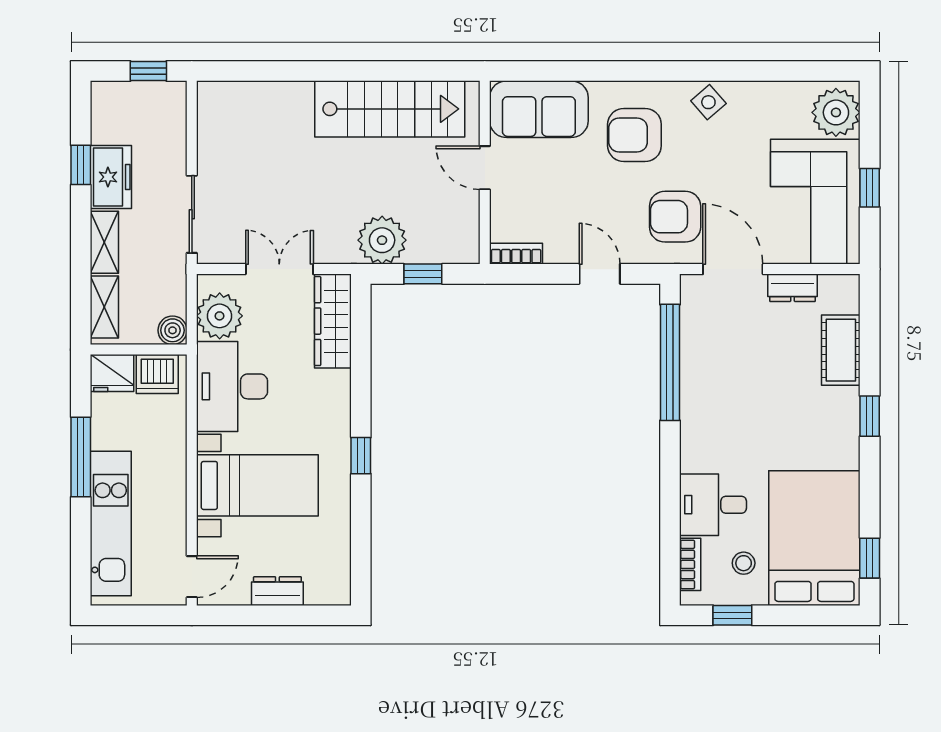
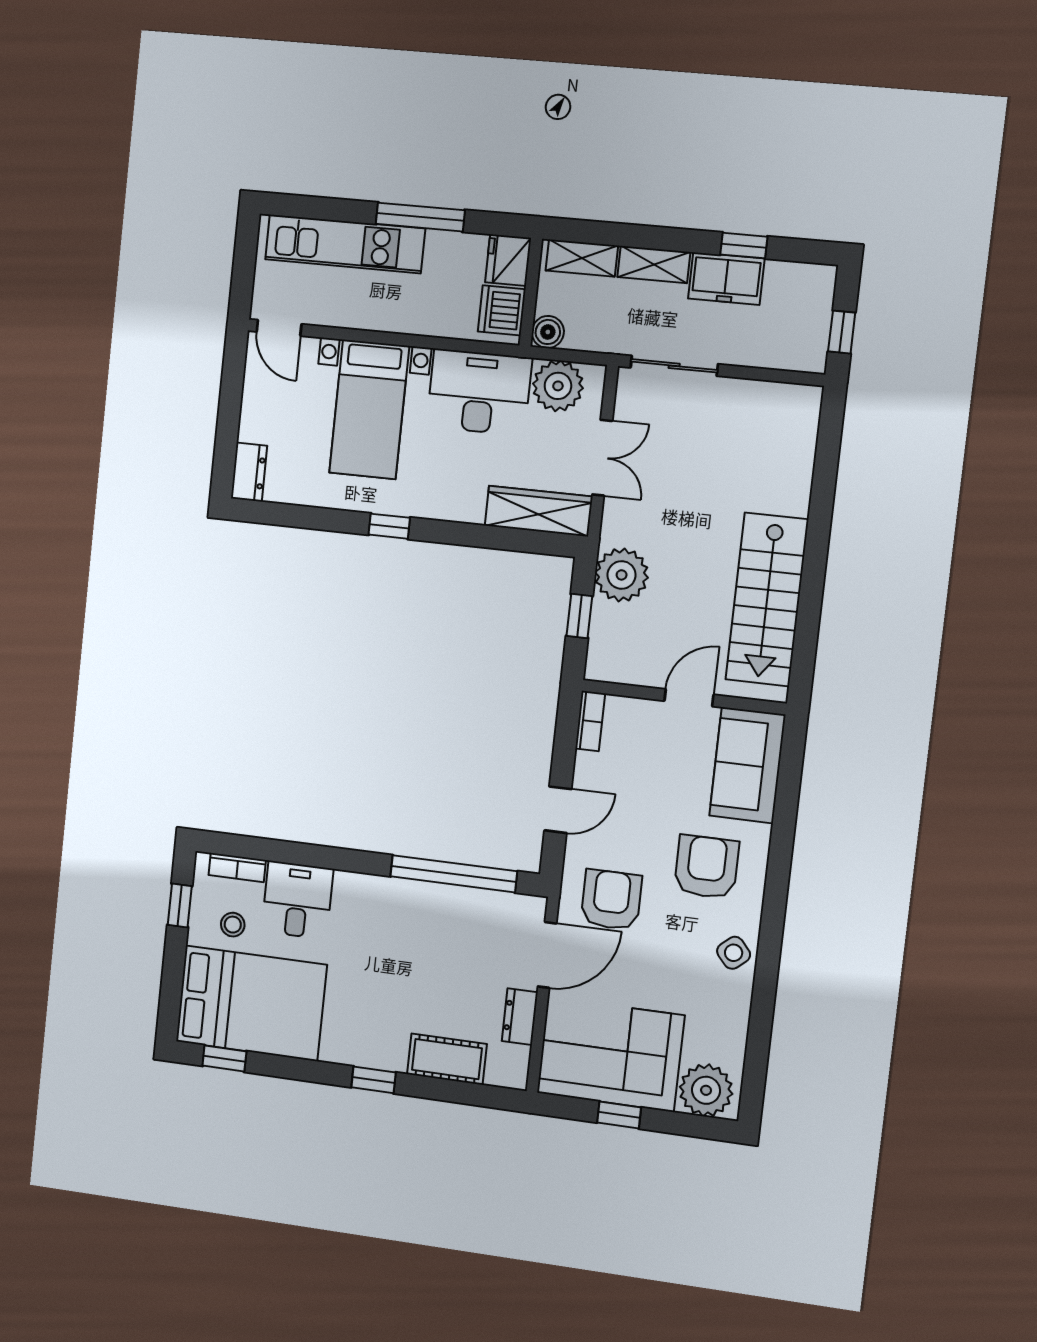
dresser: (277, 591) -> (249, 472), moved

